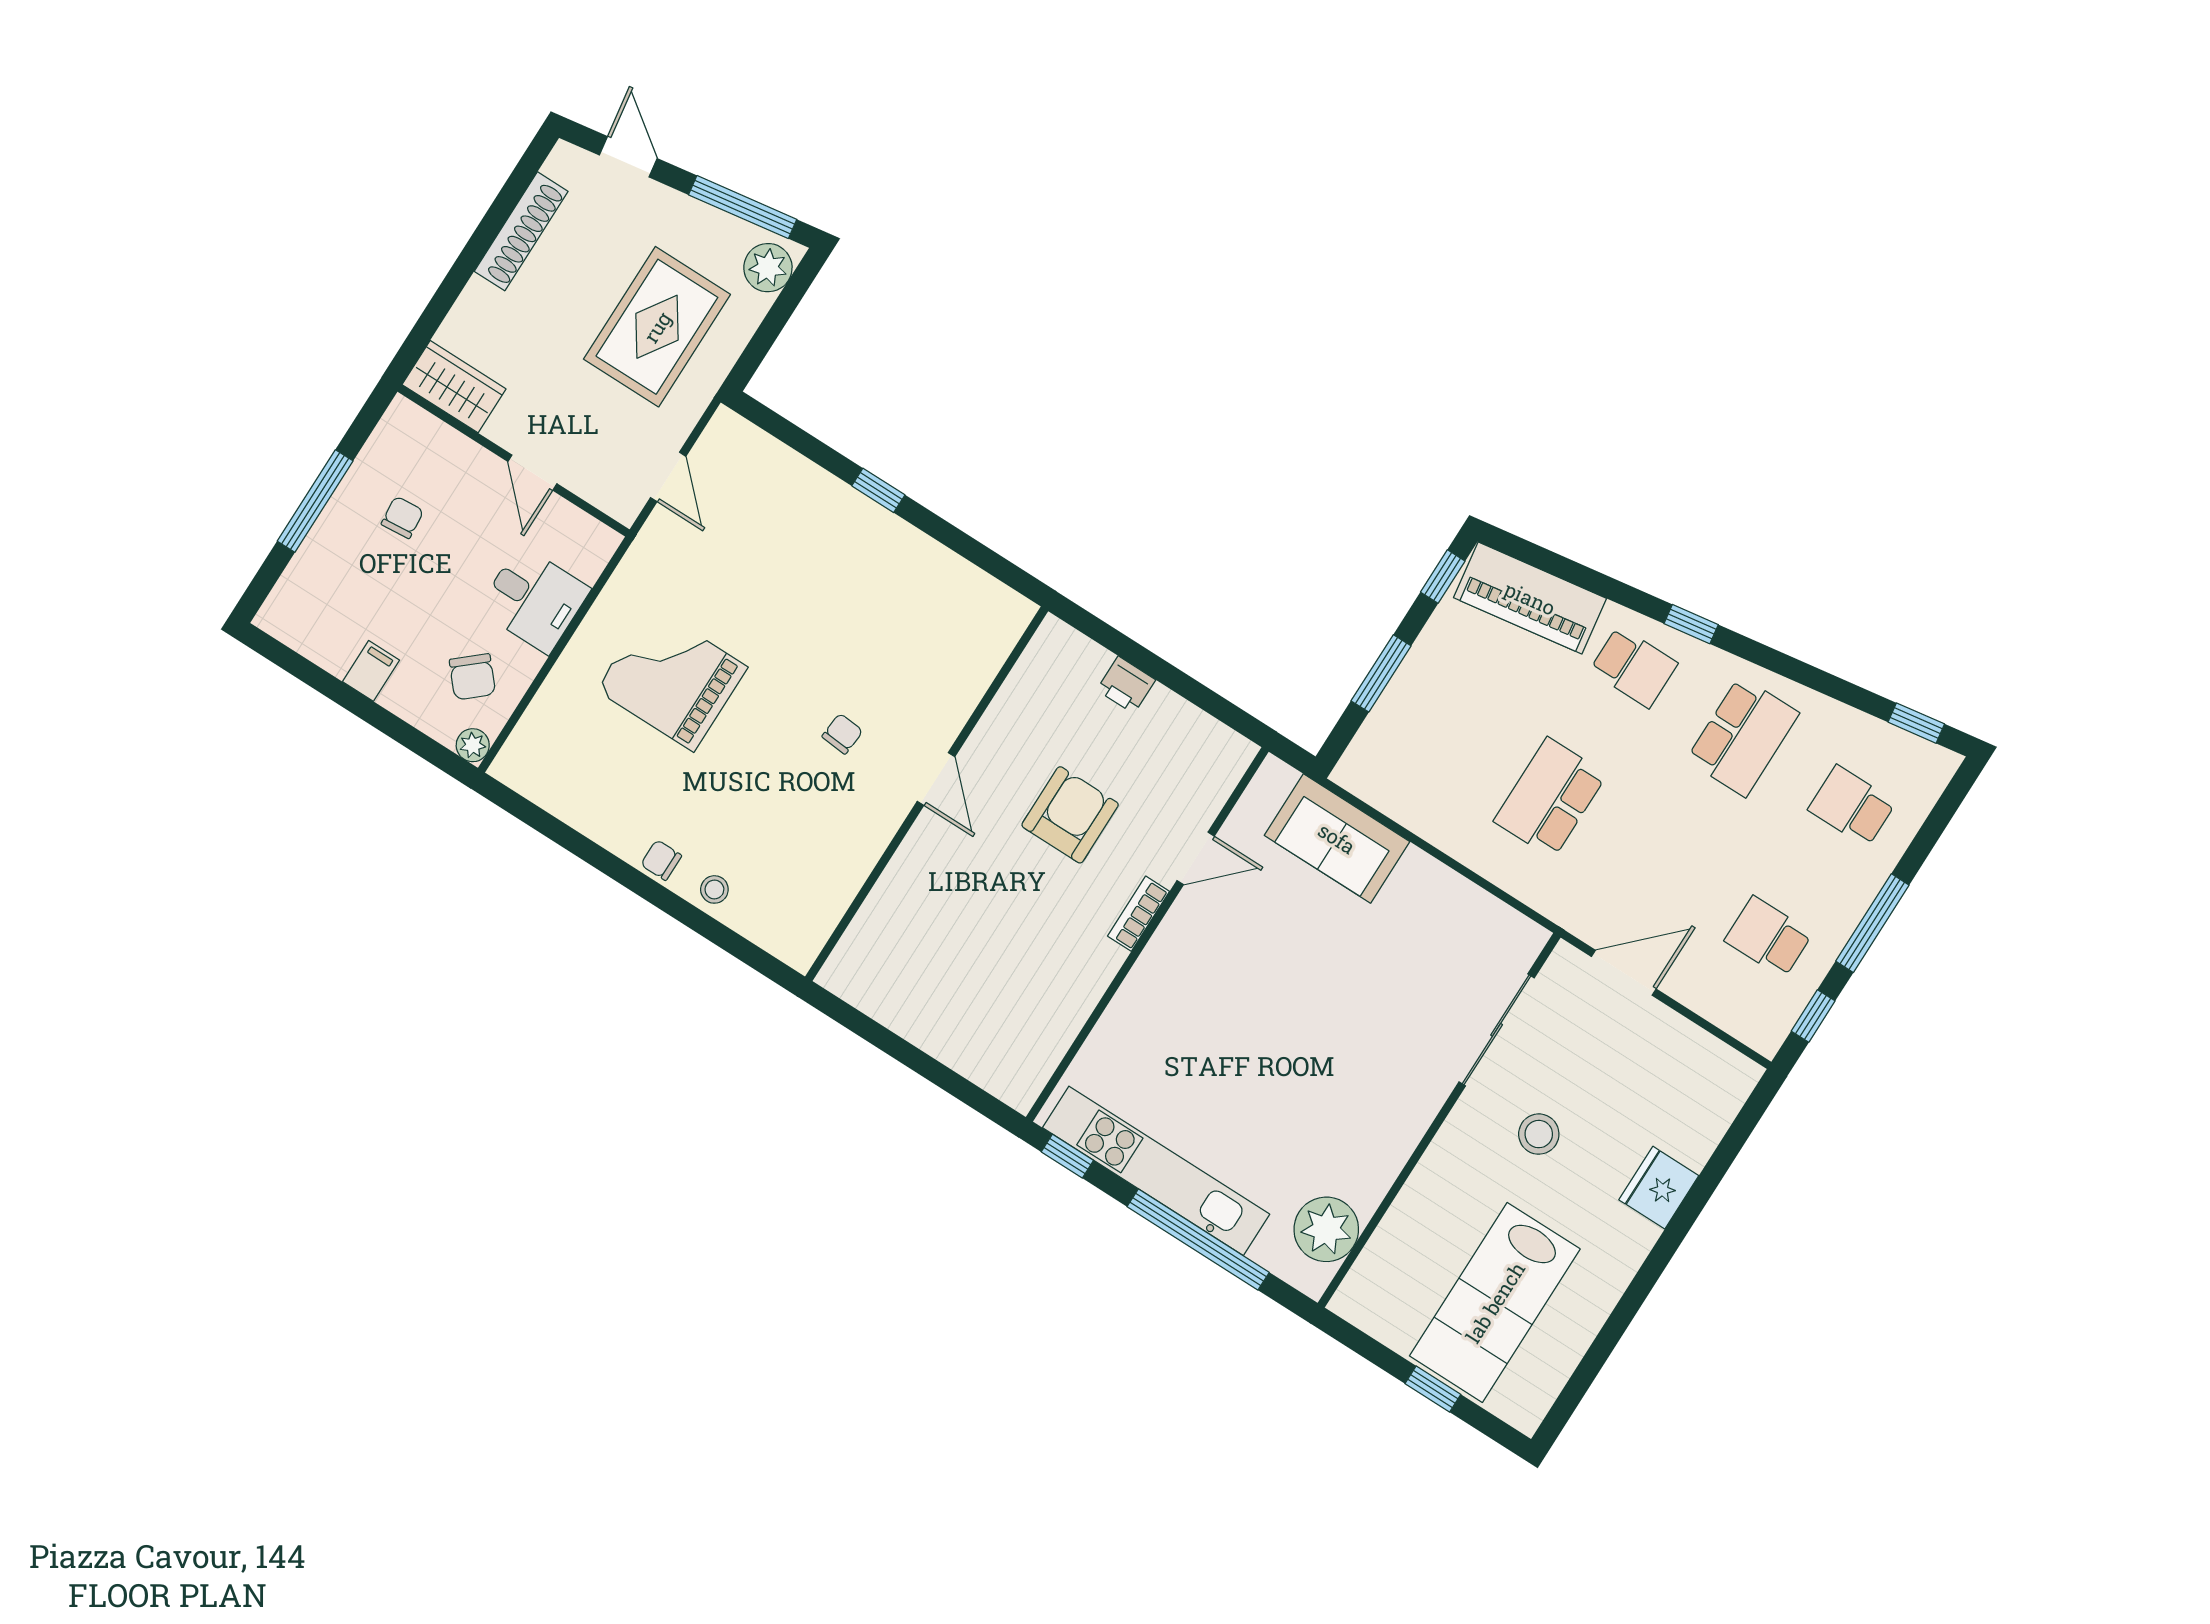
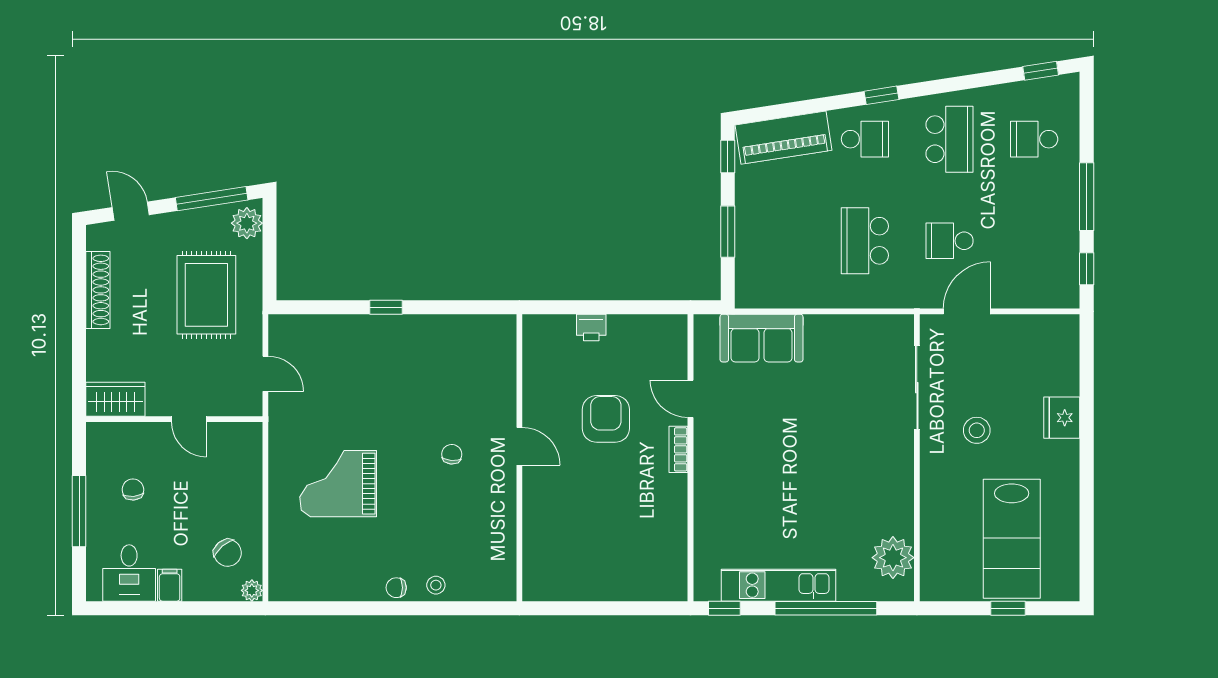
desk: (534, 599) -> (129, 573), moved, turned 90
door: (1196, 858) -> (690, 399), swing flipped
school desk: (1768, 937) -> (950, 241), moved
kitchen unit: (1156, 1171) -> (779, 585), width x0.73

